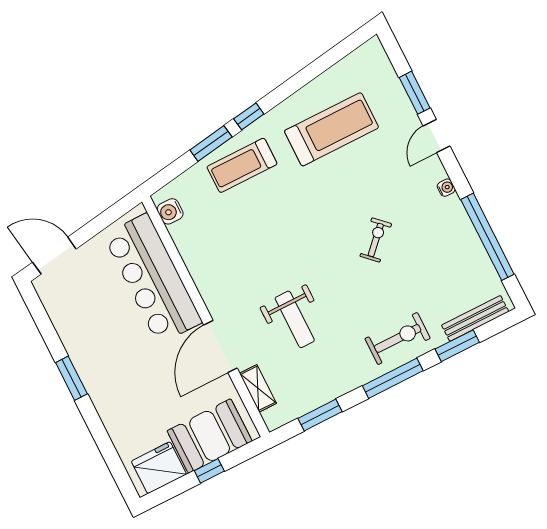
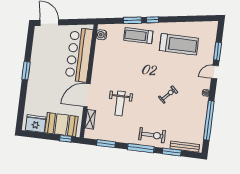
window: (209, 471) -> (66, 139), moved

